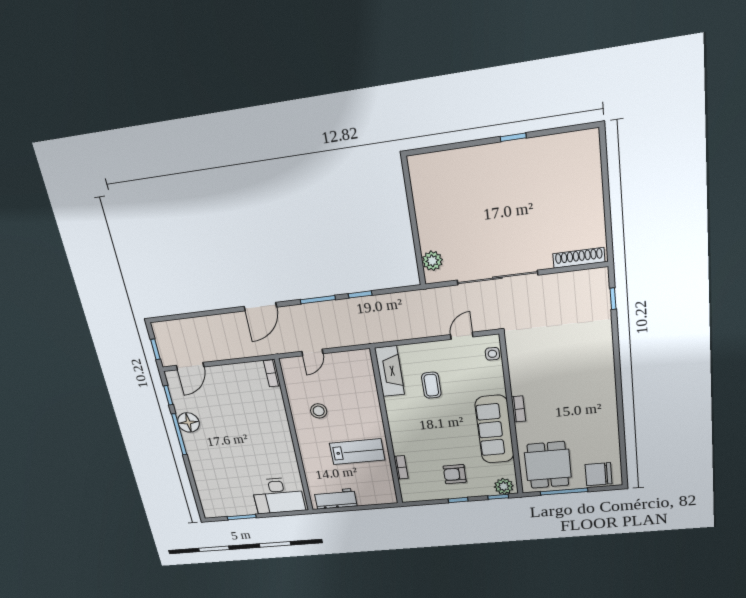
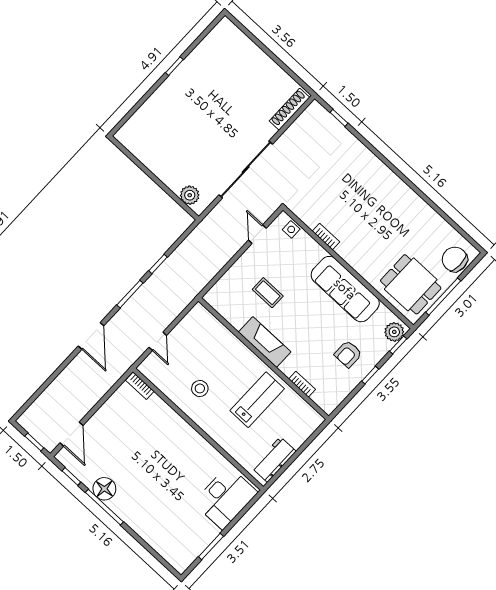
fireplace: (390, 371) -> (265, 342), moved
bookcase: (518, 409) -> (326, 237), moved
chair: (599, 474) -> (455, 259), turned 90

